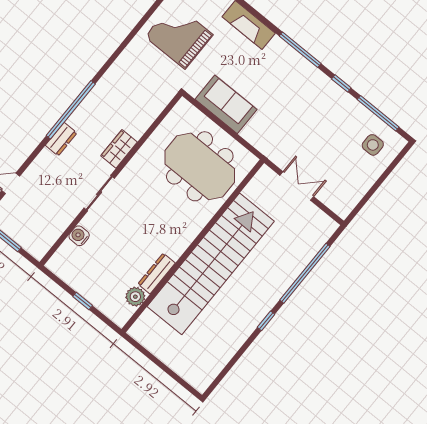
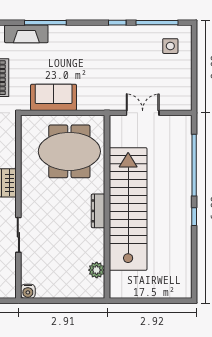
window: (300, 50) -> (45, 23), moved
sliding door: (99, 193) -> (18, 235), moved
water cooler: (79, 236) -> (28, 291), moved, turned -90
dresser: (157, 273) -> (98, 211), moved
window: (83, 301) -> (65, 301), removed

